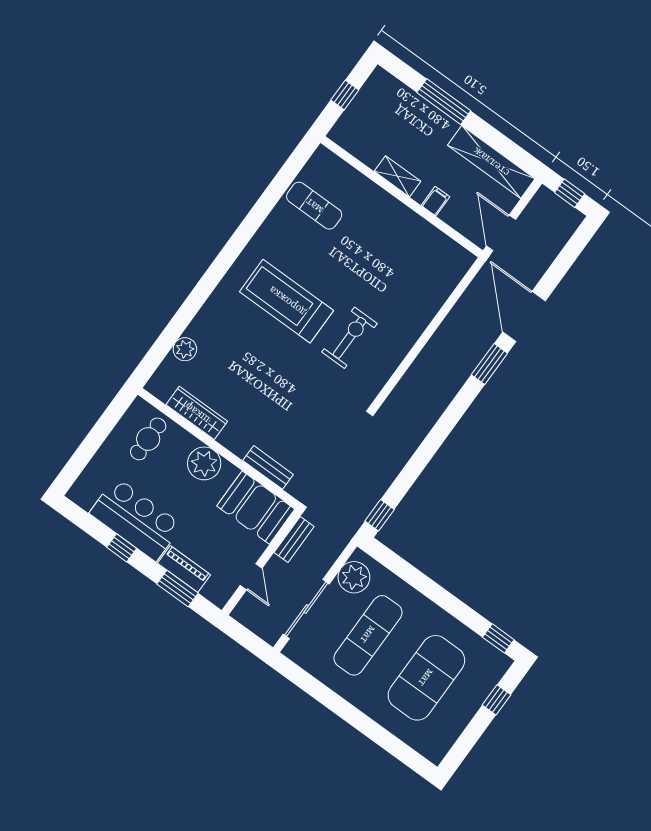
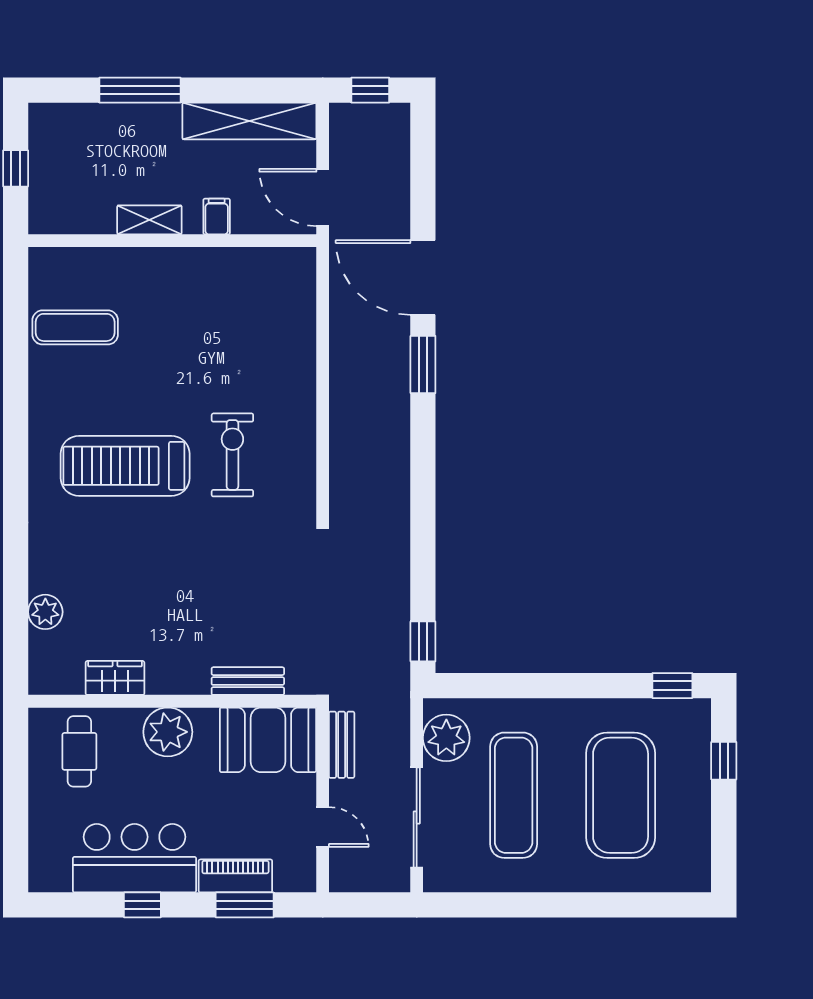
wardrobe: (197, 413) -> (115, 678), width x0.67

